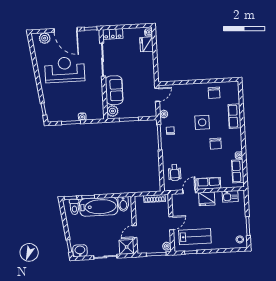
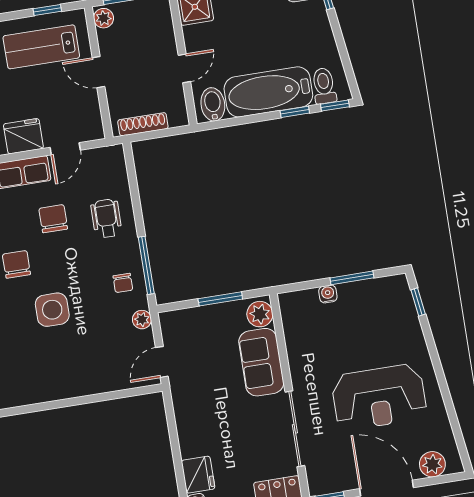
chair: (214, 93) -> (53, 219), moved
wheelchair: (175, 172) -> (106, 218), moved
door: (171, 223) -> (99, 72), hinge flipped
door: (135, 232) -> (184, 68), moved

